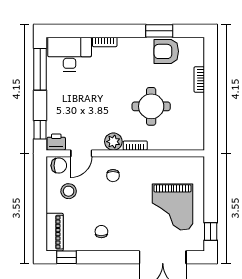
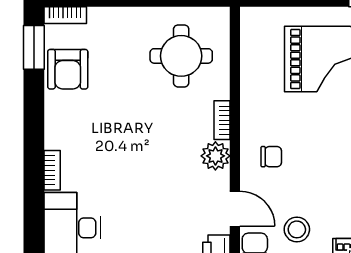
window: (159, 31) -> (34, 47), moved
bookcase: (199, 80) -> (65, 15), moved
round table: (151, 106) -> (181, 56), moved

